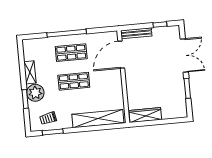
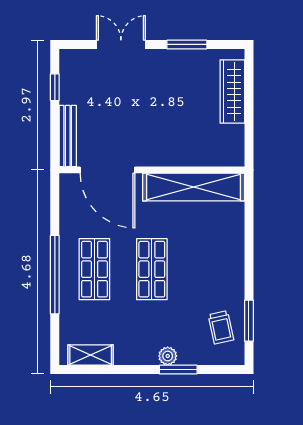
double door: (184, 55) -> (121, 44), width x0.73
shelving: (30, 72) -> (91, 355), moved
plant: (35, 93) -> (168, 356), width x0.53, depth x0.53
wardrobe: (145, 115) -> (232, 91), moved
shelving: (98, 119) -> (194, 187), moved, turned 90

